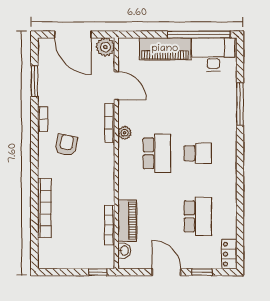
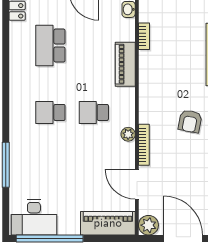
piano: (165, 49) -> (108, 223), moved
school desk: (157, 153) -> (94, 112), width x0.54
piano: (127, 221) -> (125, 64), moved
bookcase: (110, 225) -> (144, 36), width x0.64

